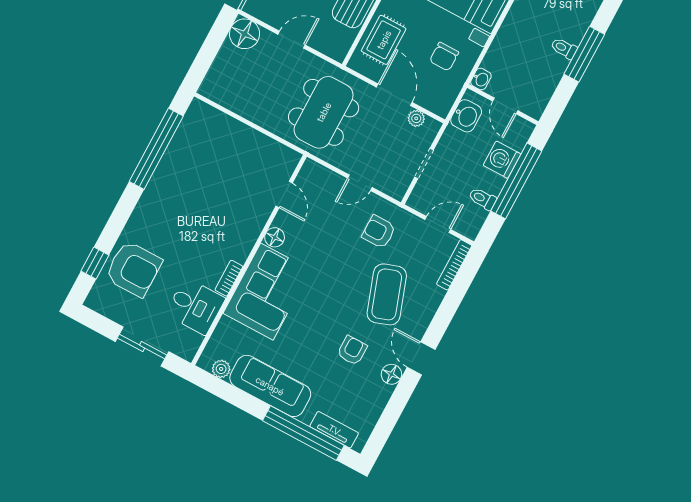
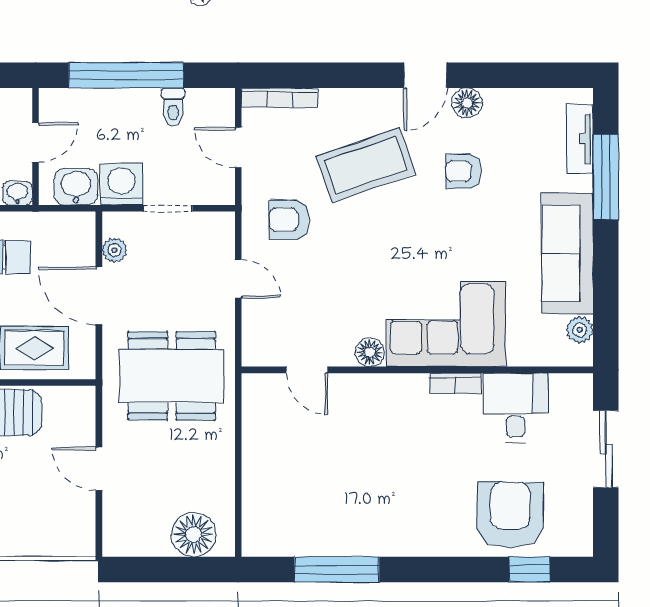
floor lamp: (244, 34) -> (194, 535), moved
door: (394, 95) -> (99, 296), hinge flipped
window: (156, 149) -> (337, 569), width x0.68
washing machine: (502, 160) -> (121, 184), moved, turned 180
door: (284, 194) -> (307, 370), swing flipped
armchair: (379, 232) -> (289, 220), turned 90
window: (303, 433) -> (606, 177), width x0.68

